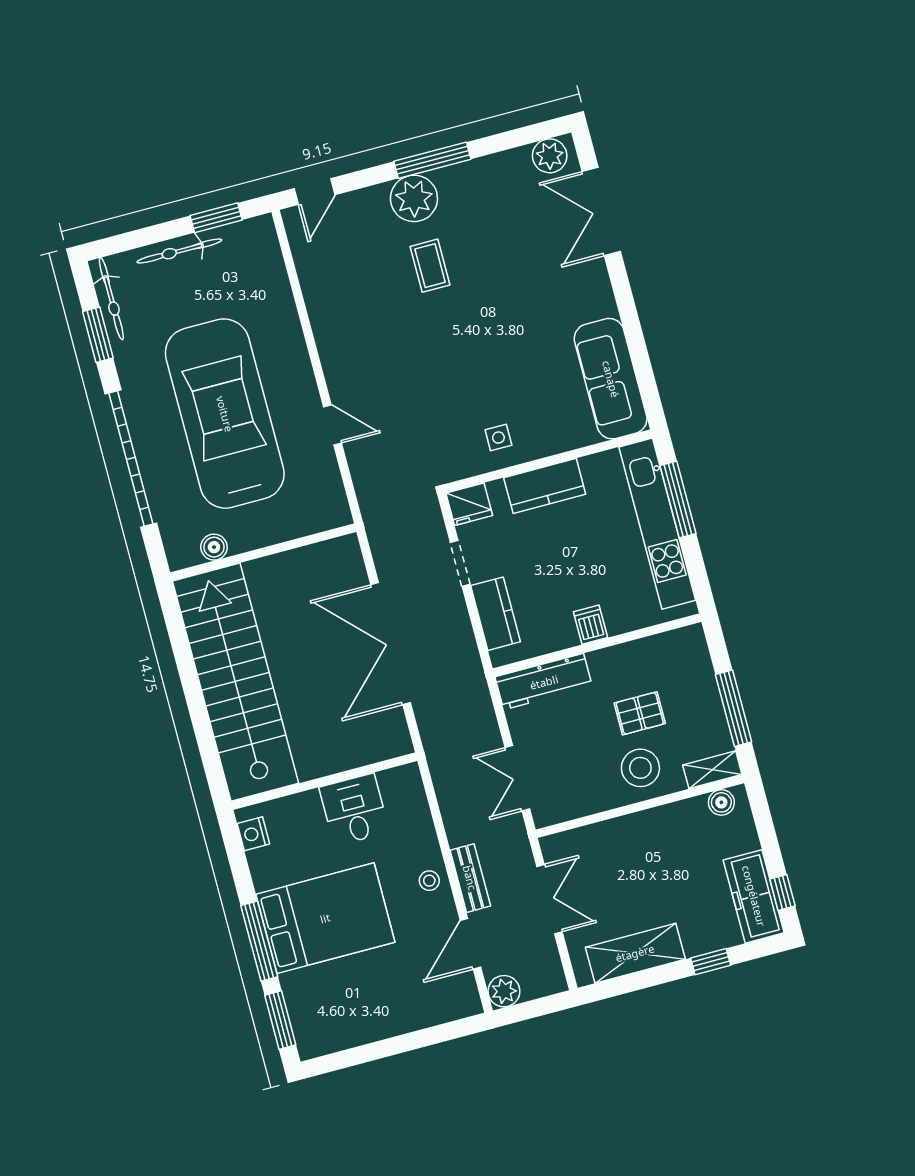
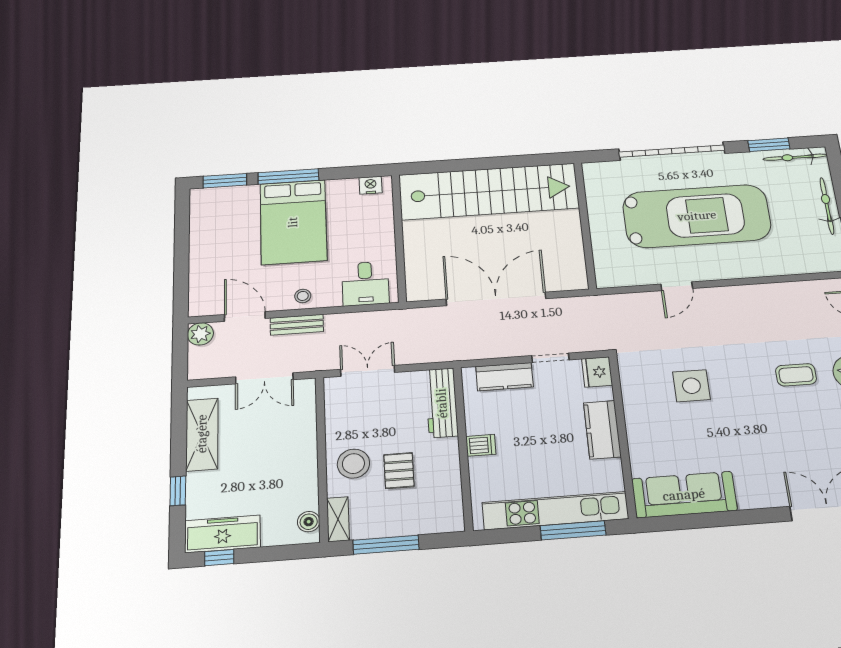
side table: (498, 438) -> (691, 386), moved, width x1.87, depth x1.87
boiler: (214, 547) -> (595, 193), removed
desk: (354, 810) -> (365, 284), moved, turned 90

